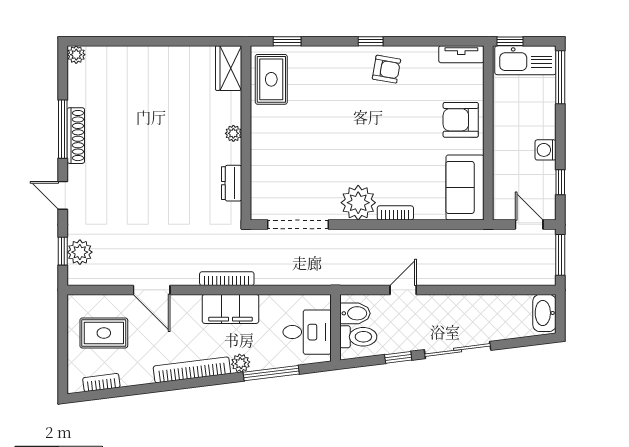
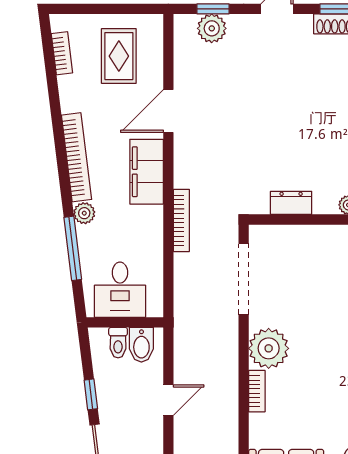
bookcase: (227, 279) -> (181, 220), moved
door: (403, 290) -> (168, 400), hinge flipped
filing cabinet: (231, 309) -> (147, 172), moved
toilet: (358, 337) -> (118, 343), width x0.73, depth x0.72

